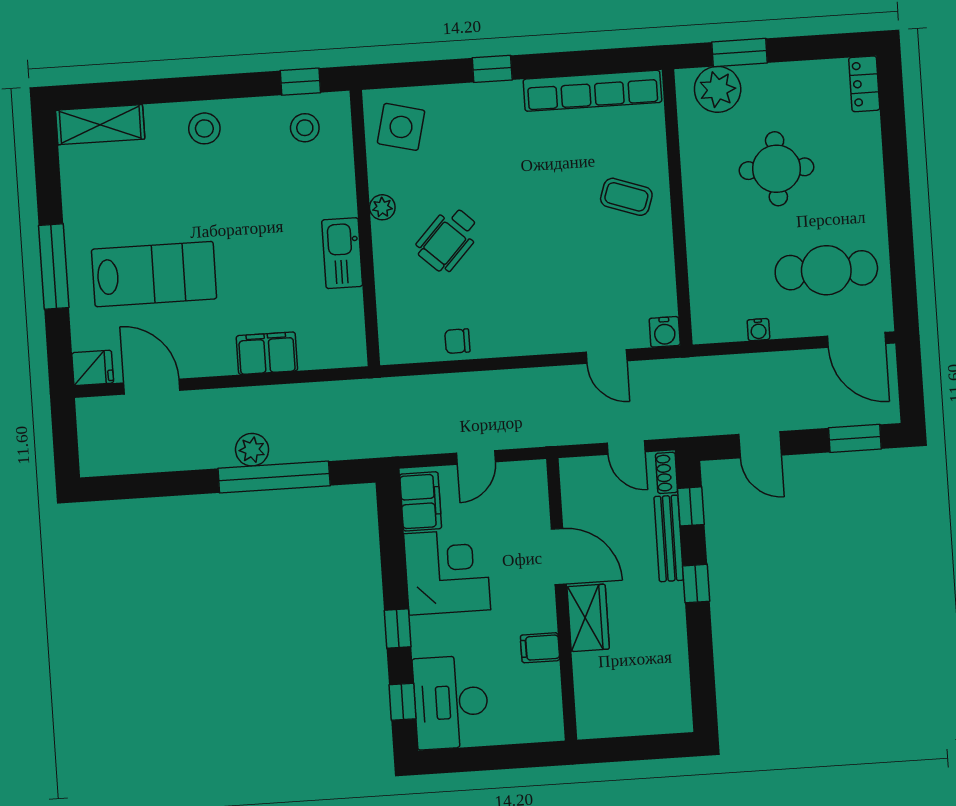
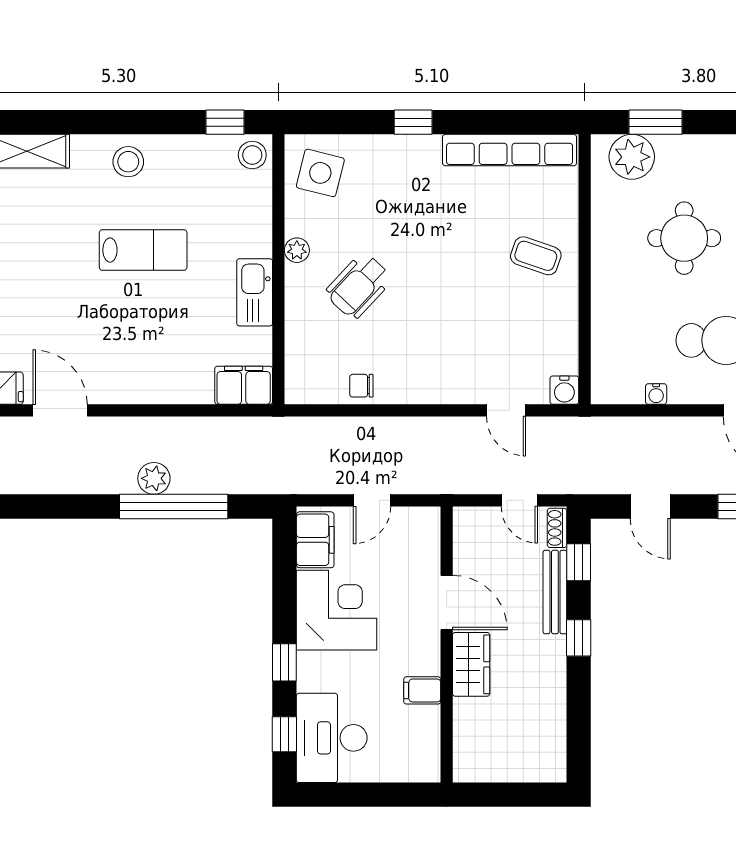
stool: (305, 128) -> (252, 155), moved
lab bench: (154, 274) -> (143, 250), moved, width x0.73, depth x0.72
filing cabinet: (267, 353) -> (244, 385), moved

